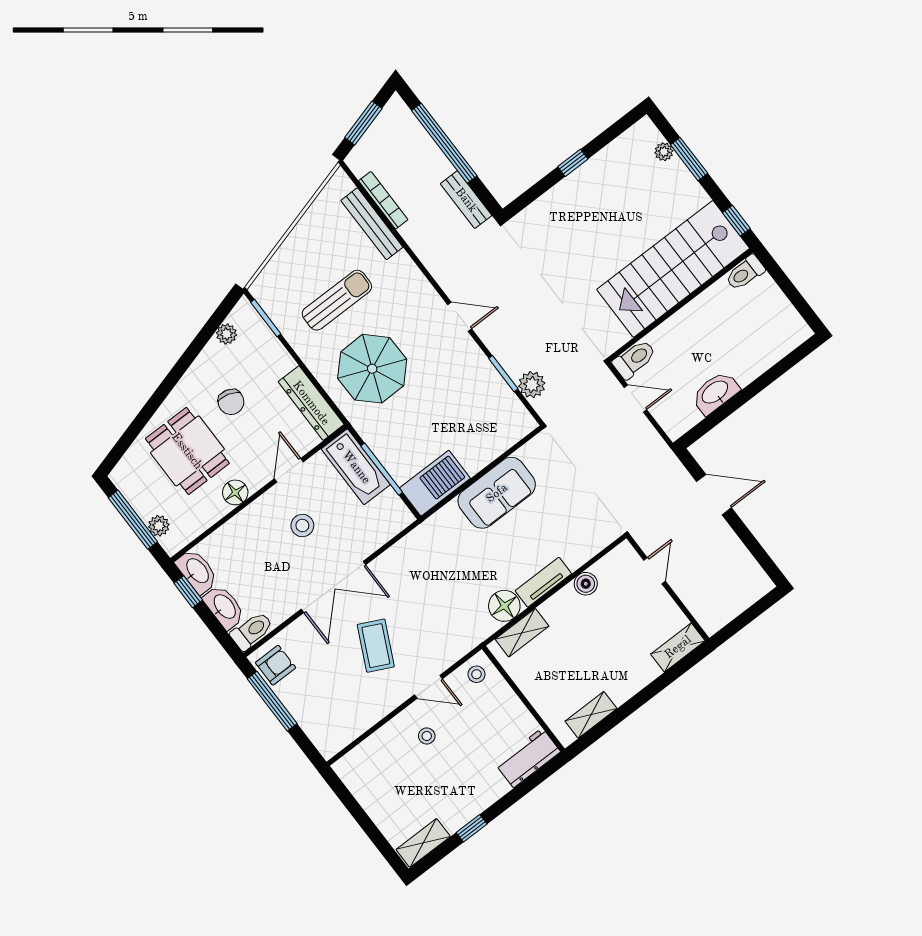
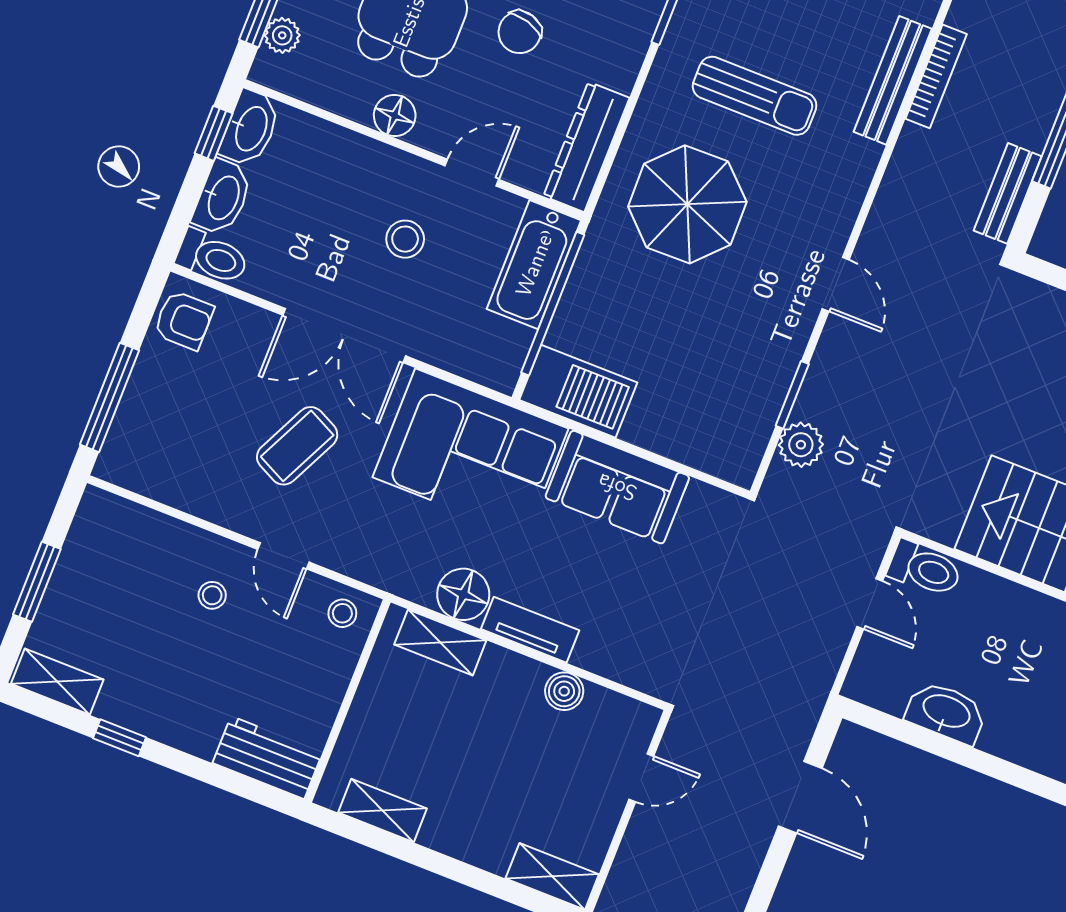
window: (382, 469) -> (553, 304), width x1.46
corner sofa: (433, 558) -> (471, 453), added
window: (272, 701) -> (109, 397), moved
window: (365, 822) -> (37, 582), added

